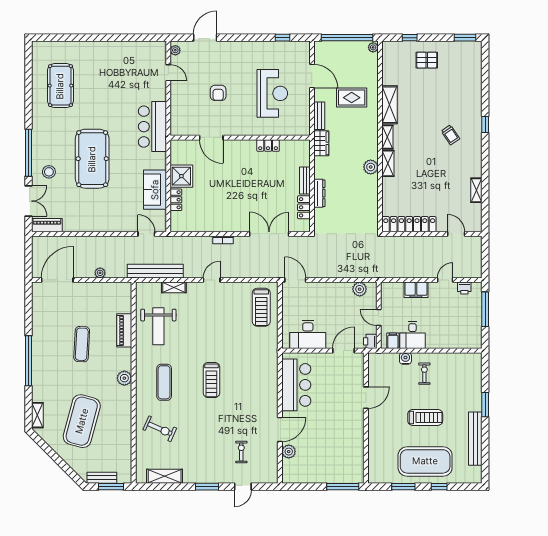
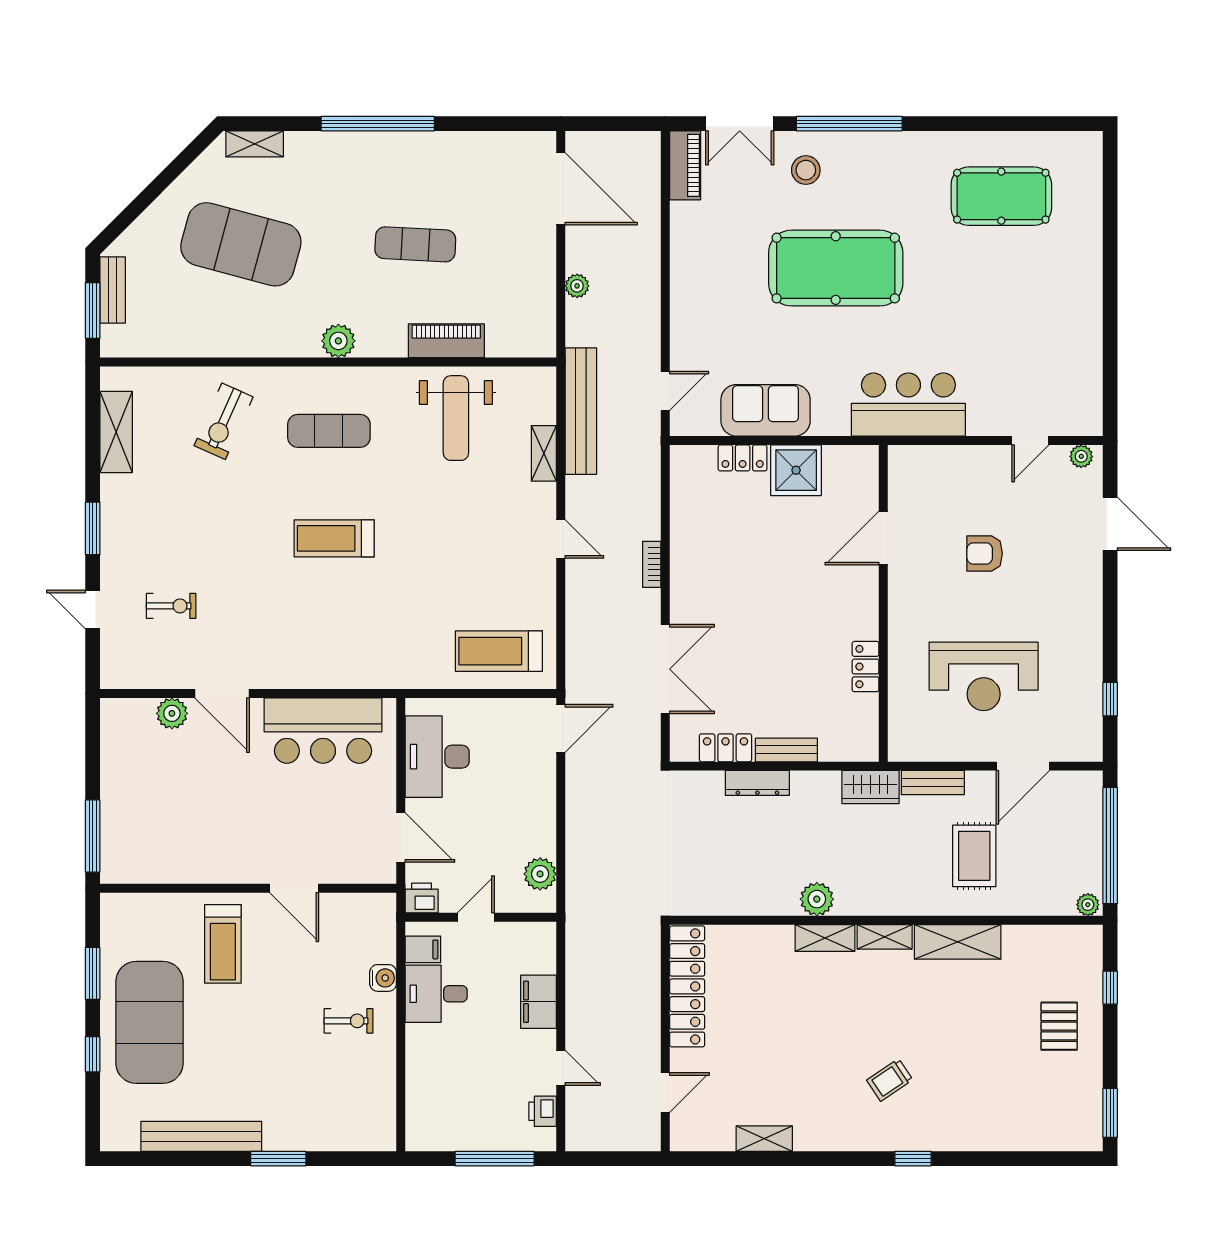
weight bench: (158, 326) -> (456, 418), turned -90
treadmill: (425, 417) -> (223, 944), moved

